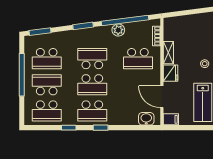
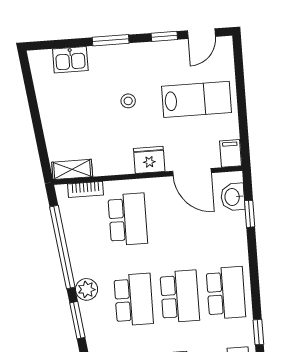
plant: (118, 30) -> (87, 289), moved
shelving: (168, 53) -> (72, 169), moved
school desk: (92, 59) -> (134, 300), turned 180
door: (162, 97) -> (192, 172), hinge flipped
window: (101, 128) -> (250, 214), moved

